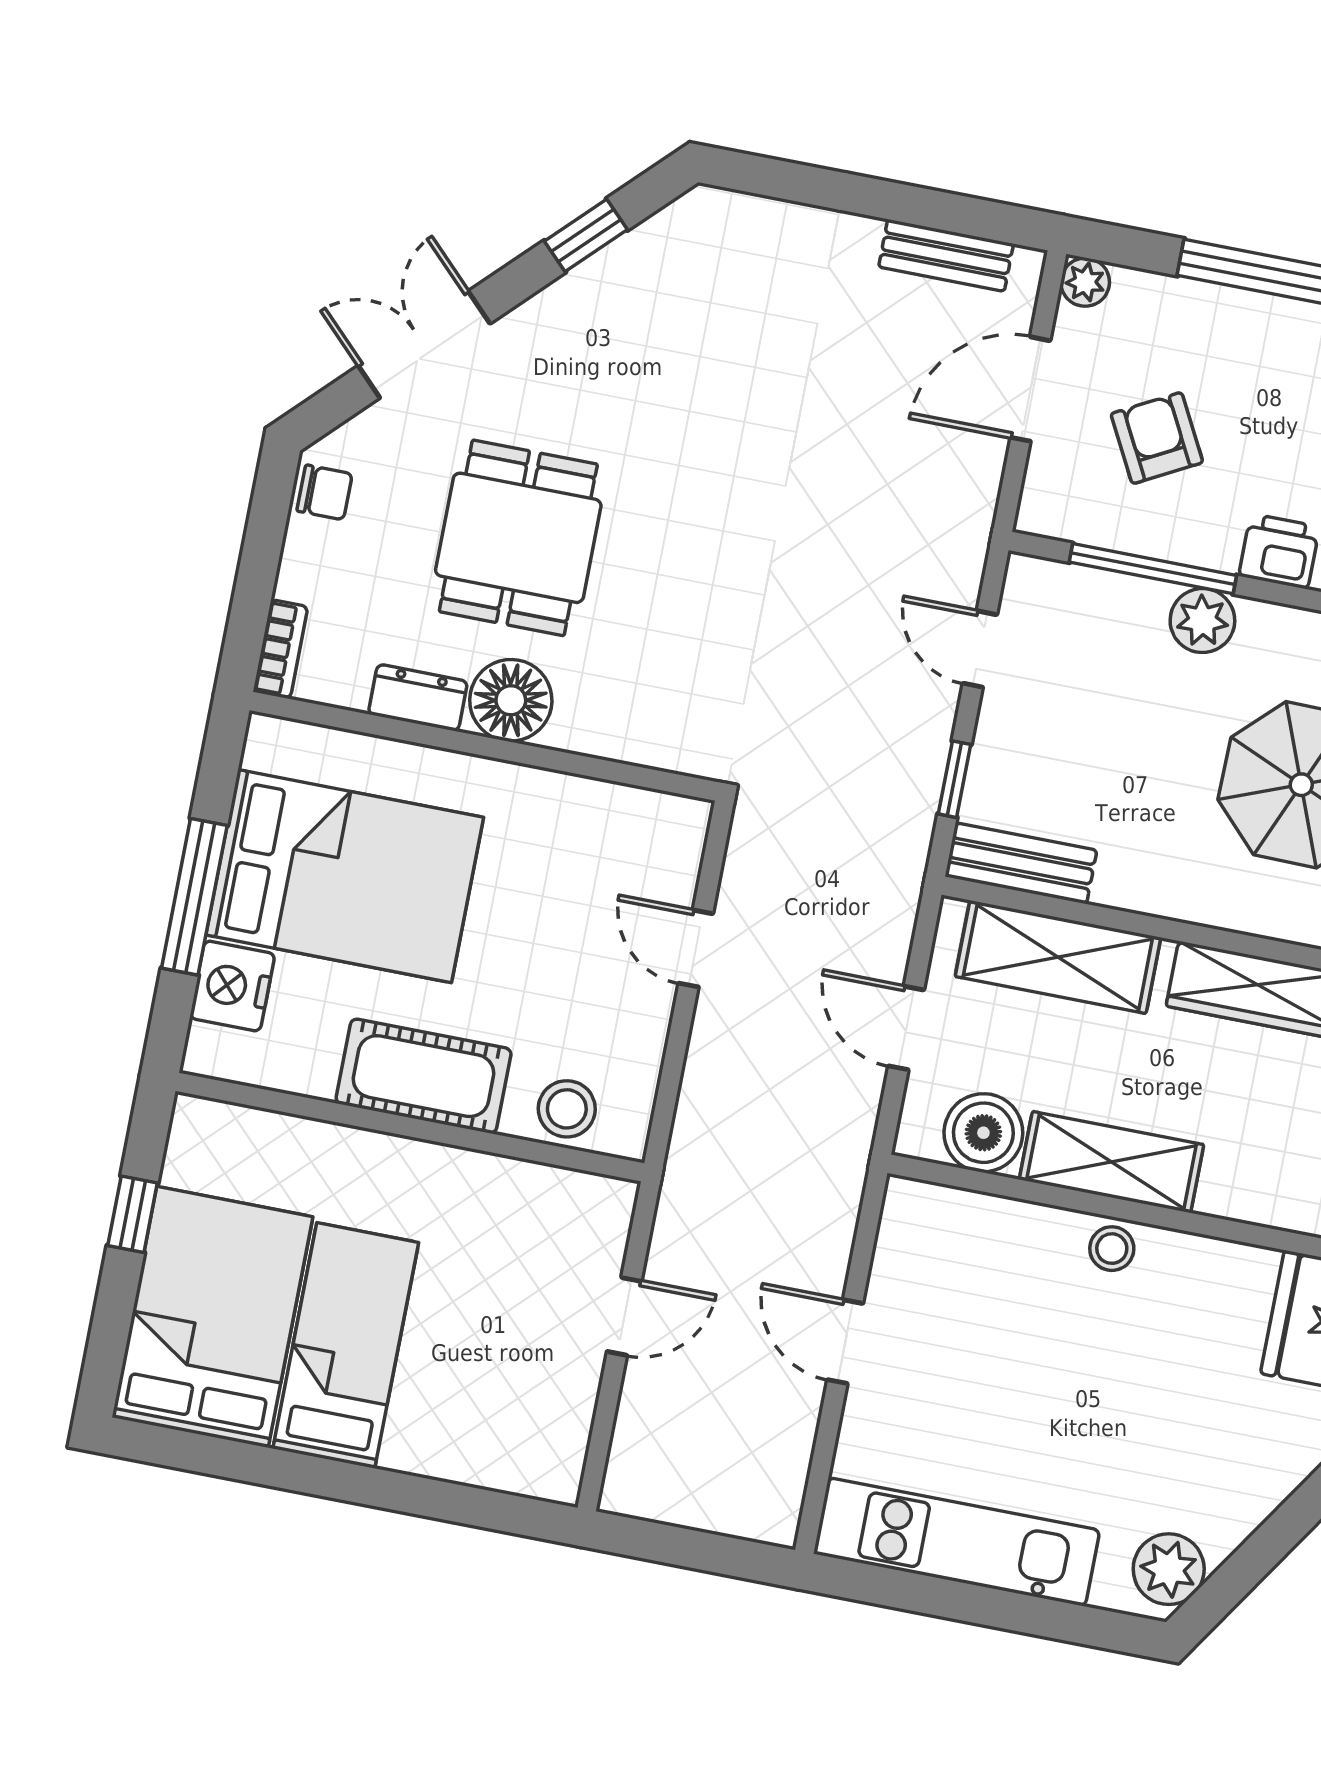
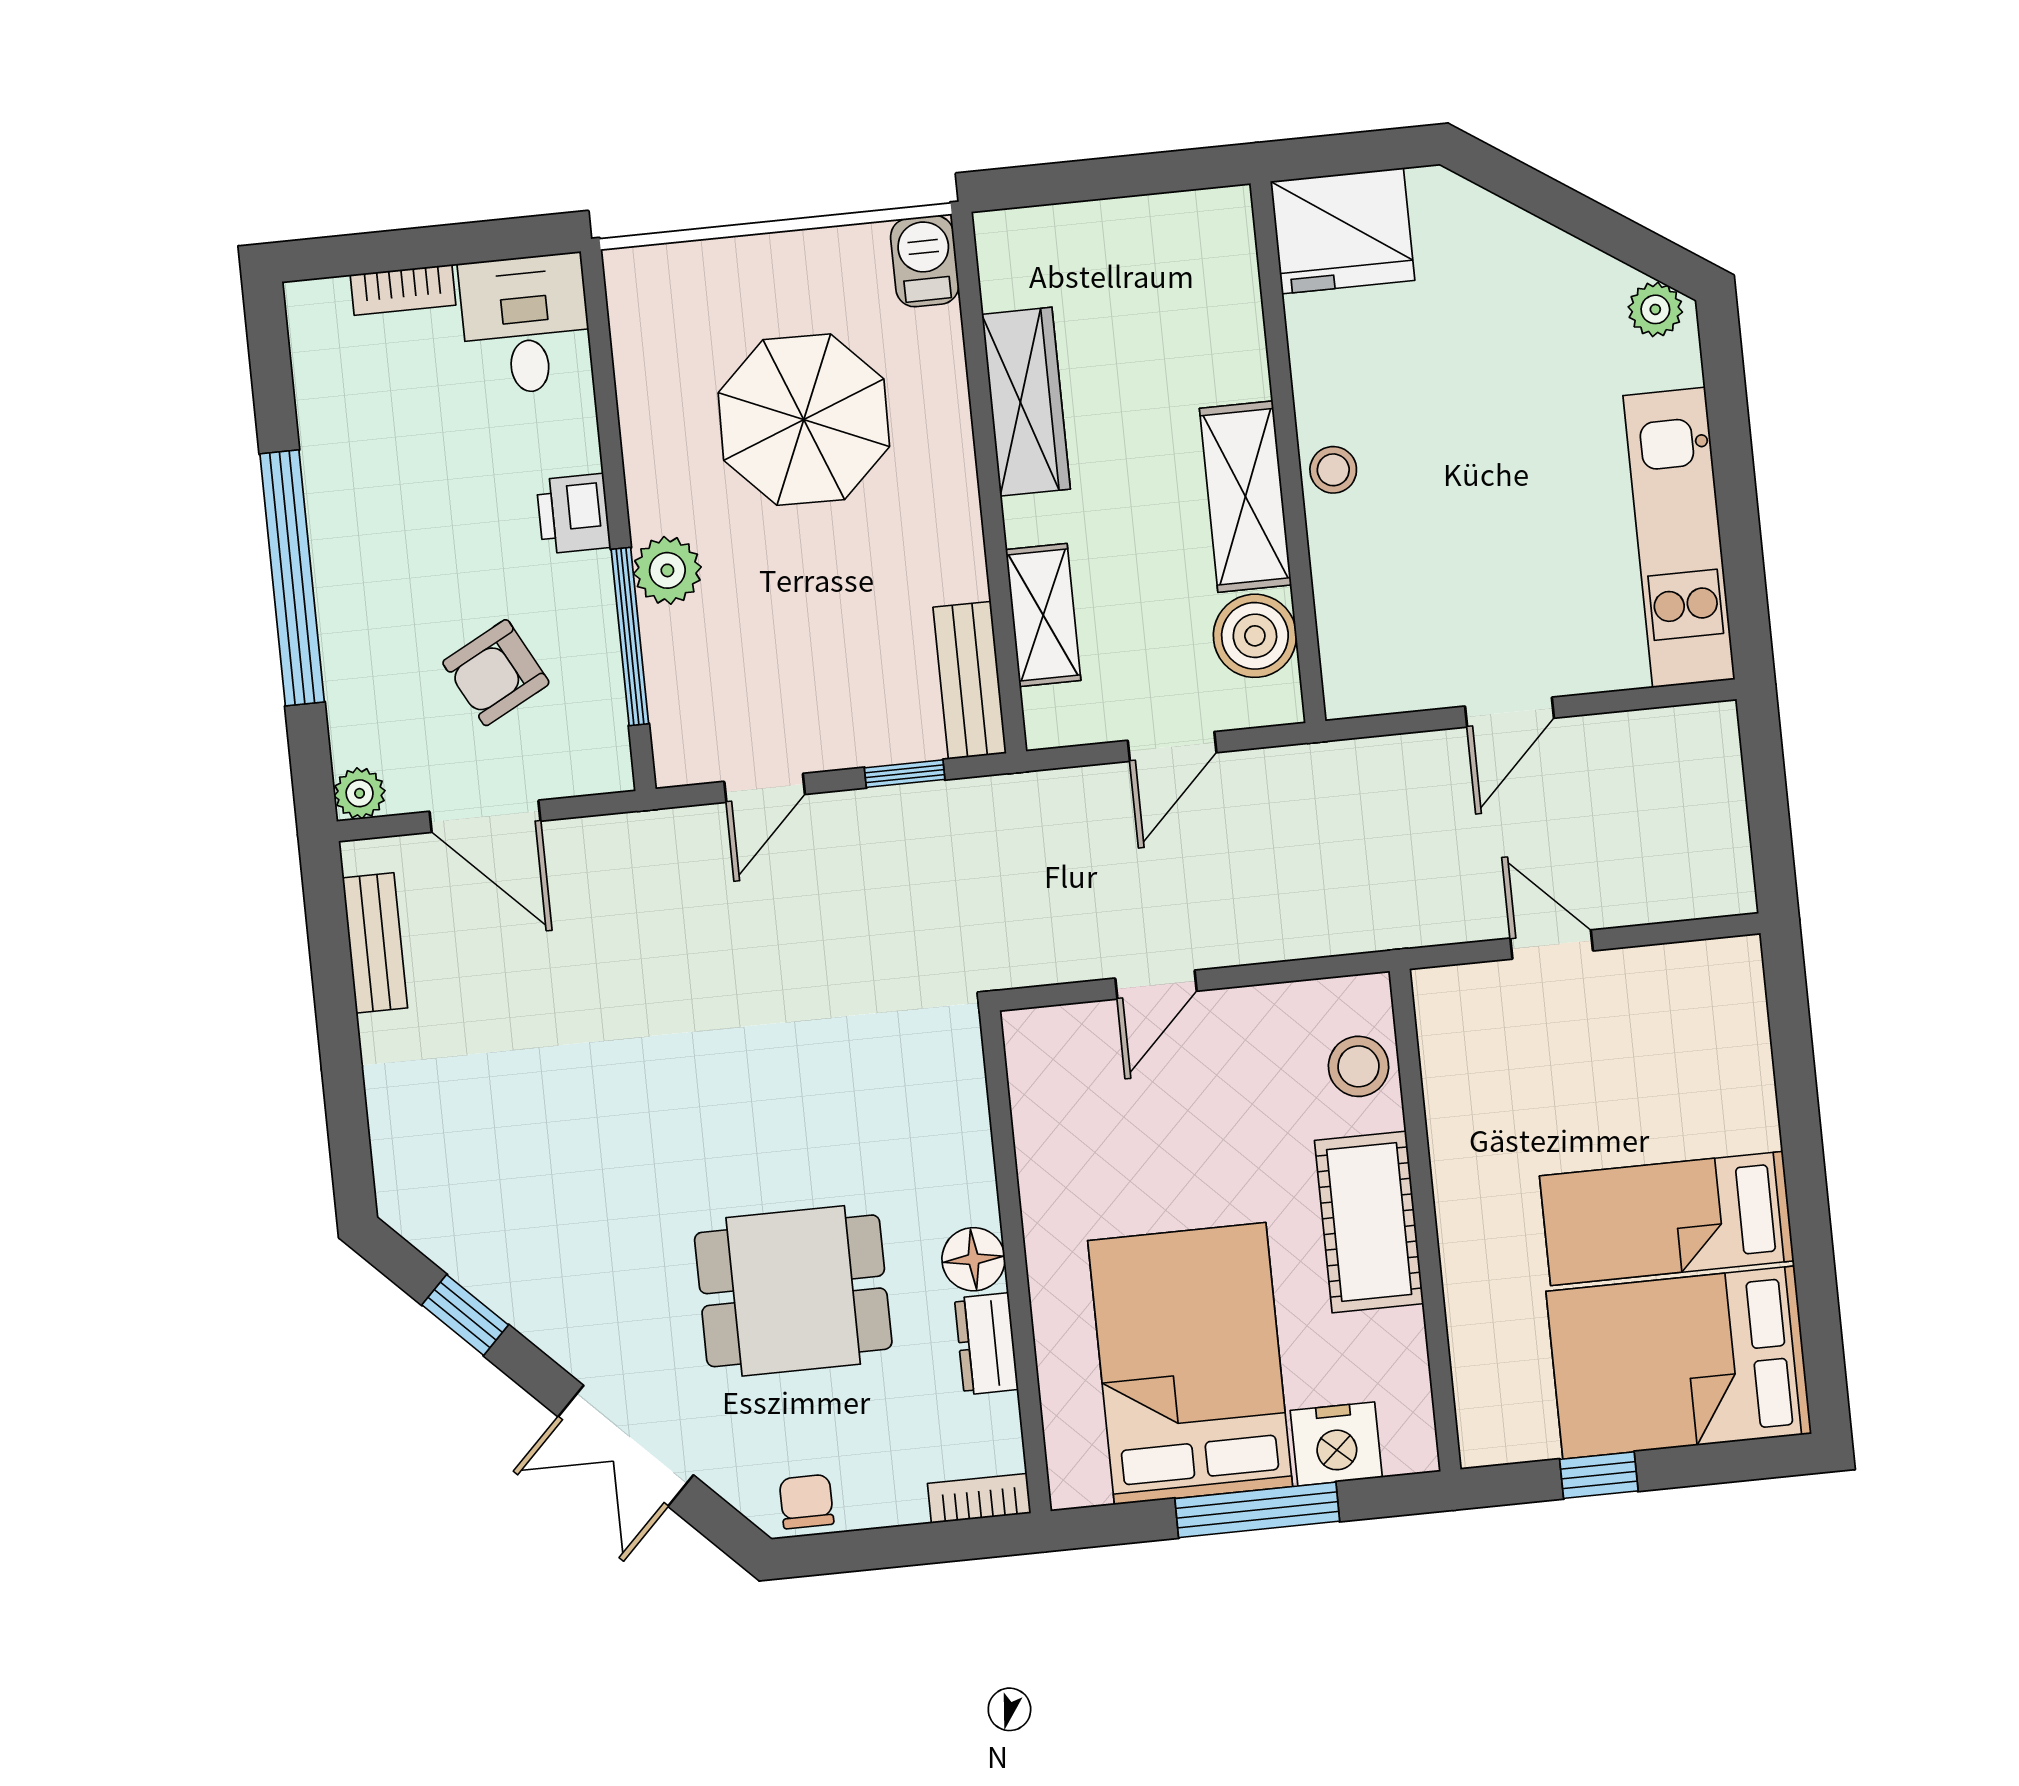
floor lamp: (511, 700) -> (973, 1259), width x0.73, depth x0.73
shelving: (1058, 957) -> (1043, 615), width x0.67, depth x0.75
plant: (1169, 1569) -> (1655, 309), width x0.73, depth x0.73

